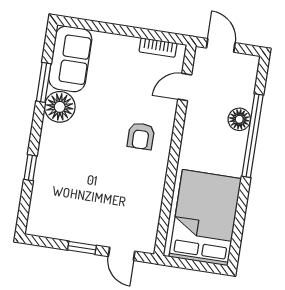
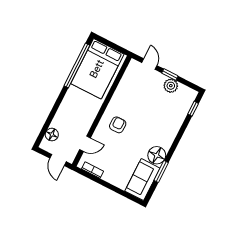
floor lamp: (239, 119) -> (52, 135), moved
window: (252, 136) -> (77, 66), moved
window: (30, 168) -> (193, 109), moved
plant: (74, 230) -> (171, 86), added

